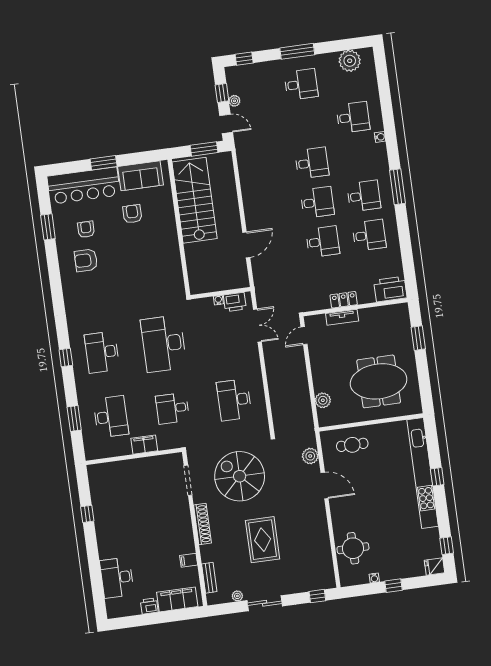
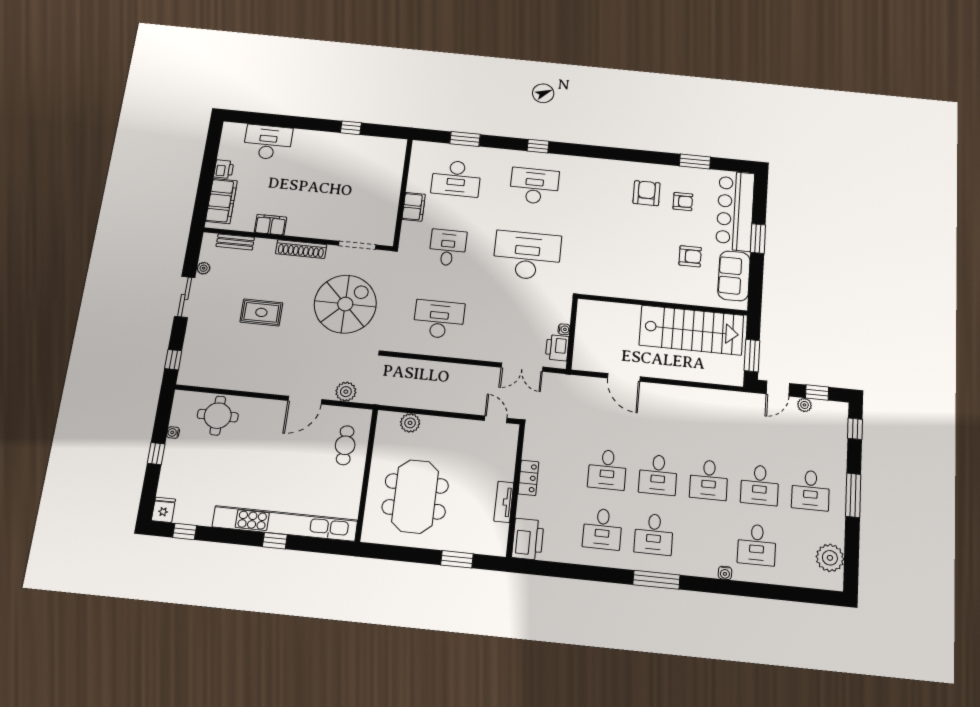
desk: (306, 124) -> (760, 485), added
tv unit: (342, 317) -> (504, 502), moved
rug: (263, 540) -> (261, 312), width x0.73, depth x0.70
filing cabinet: (189, 560) -> (270, 225), width x2.00

